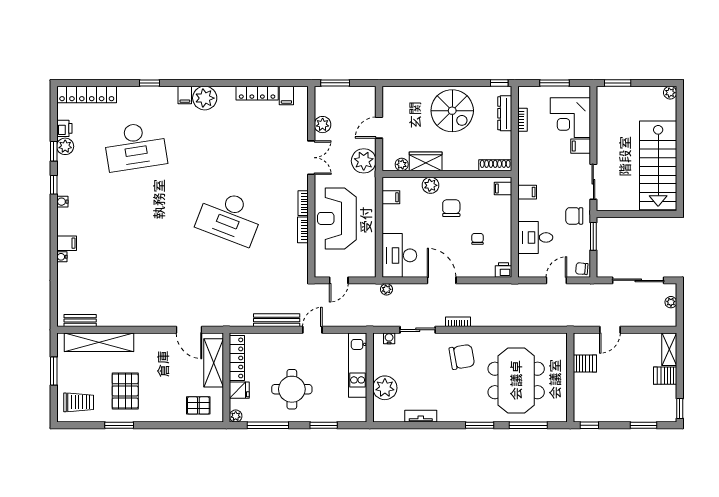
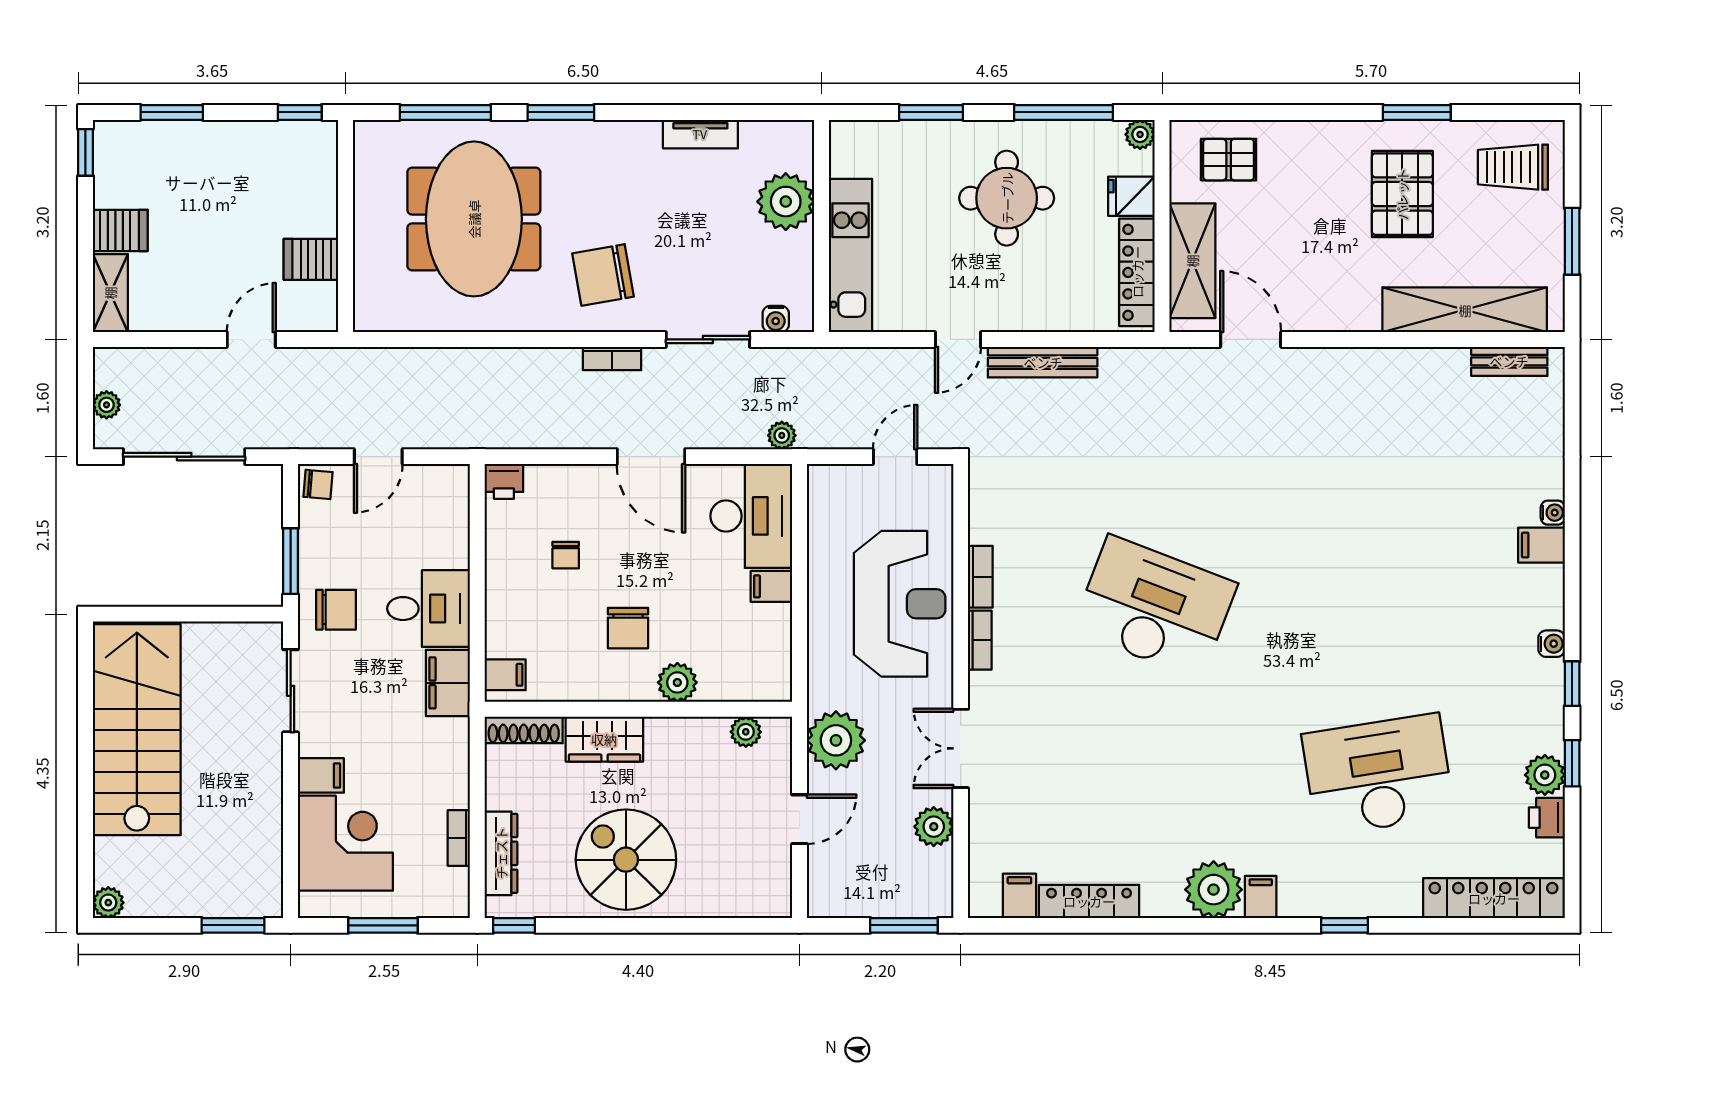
wardrobe: (426, 161) -> (604, 739), moved
filing cabinet: (527, 192) -> (448, 683), width x2.00
filing cabinet: (391, 197) -> (771, 586), moved
desk: (535, 237) -> (429, 609), moved

